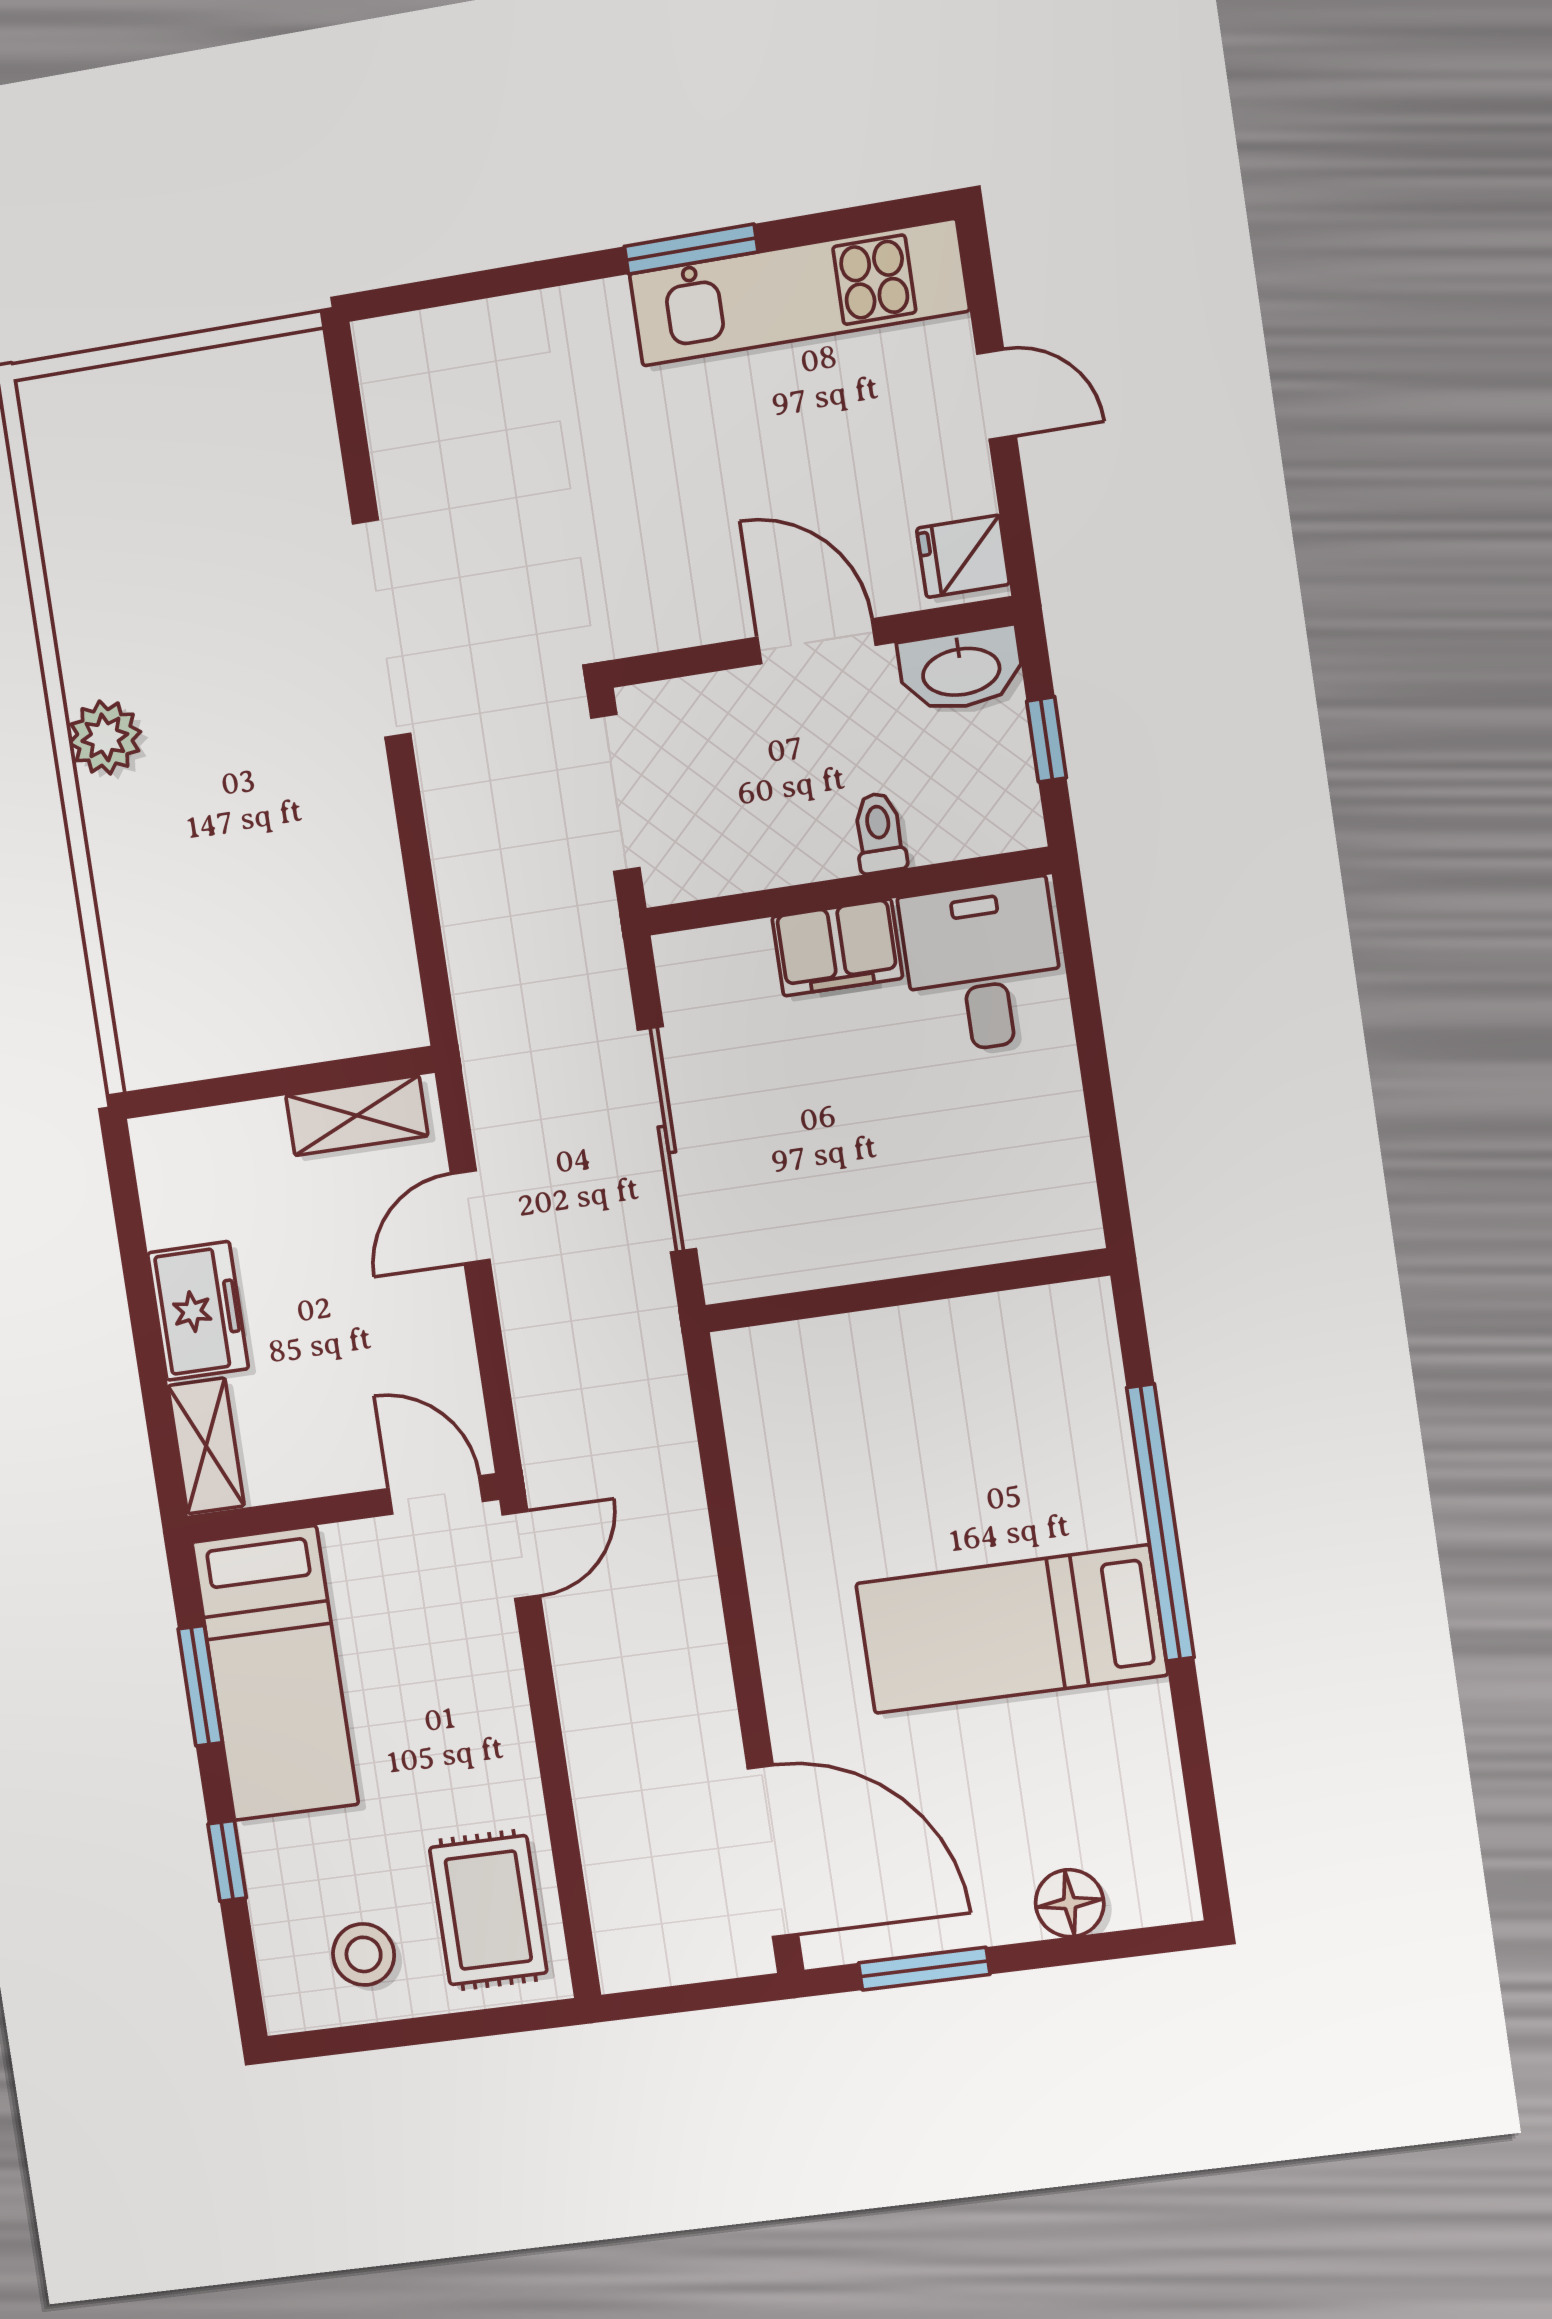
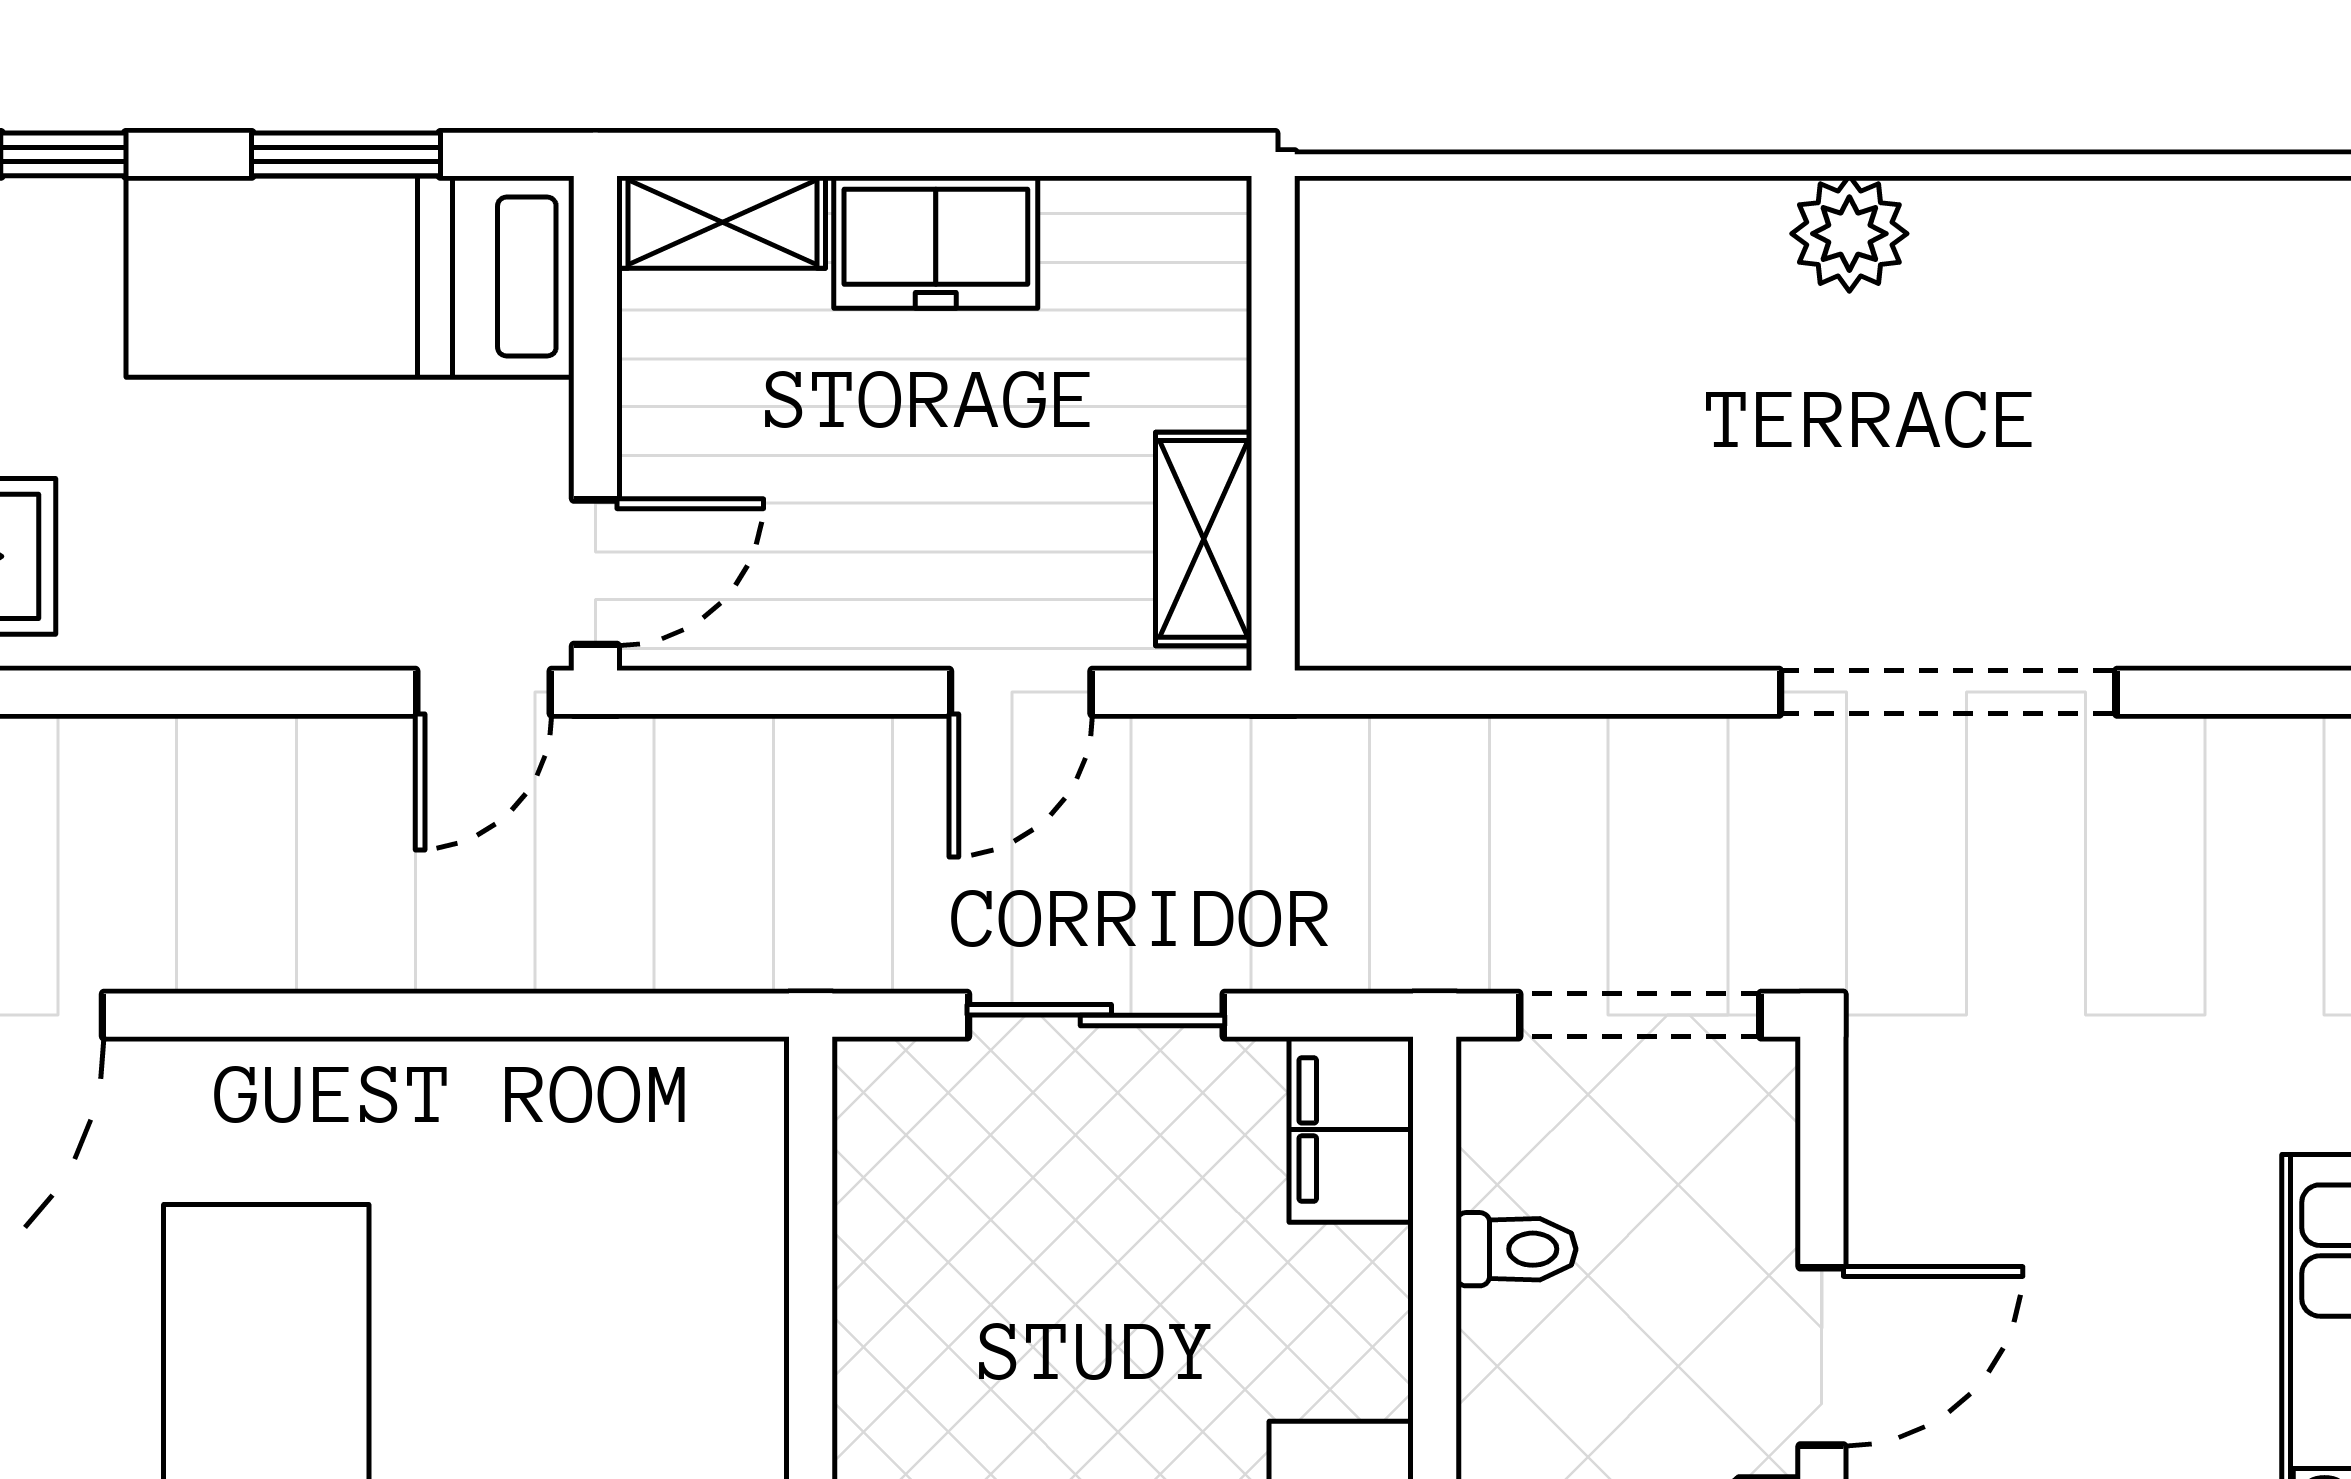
toilet: (879, 833) -> (1516, 1249), moved
filing cabinet: (837, 948) -> (1351, 1129), moved
sliding door: (667, 1139) -> (1096, 1015), width x0.73
door: (470, 1217) -> (1021, 692), swing flipped
door: (521, 1555) -> (483, 692), hinge flipped

